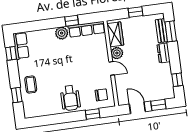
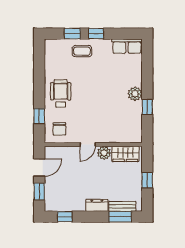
row of seats: (87, 29) -> (135, 122), removed
window: (11, 53) -> (96, 34), moved
wheelchair: (70, 98) -> (61, 94), turned 90

